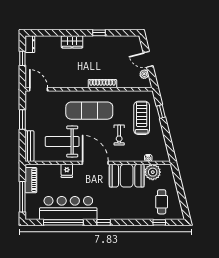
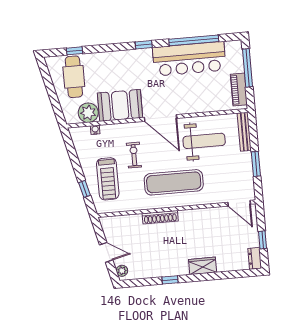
plant: (144, 74) -> (122, 271), moved
fridge: (67, 171) -> (195, 105), removed
cafe table: (162, 202) -> (74, 77), width x1.37, depth x1.35

